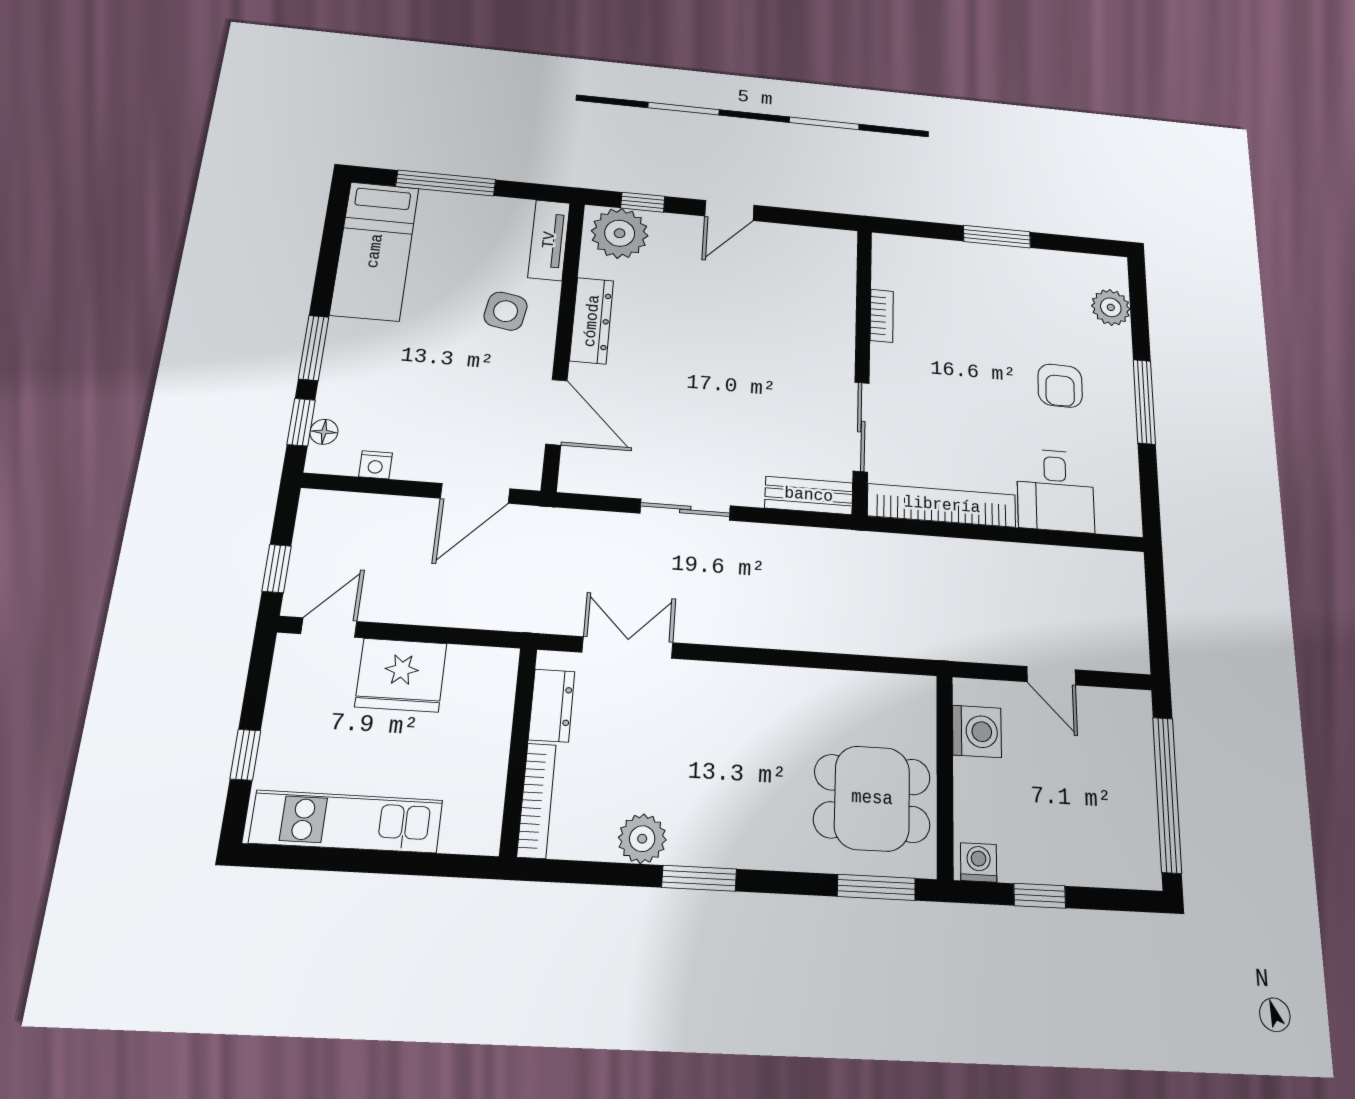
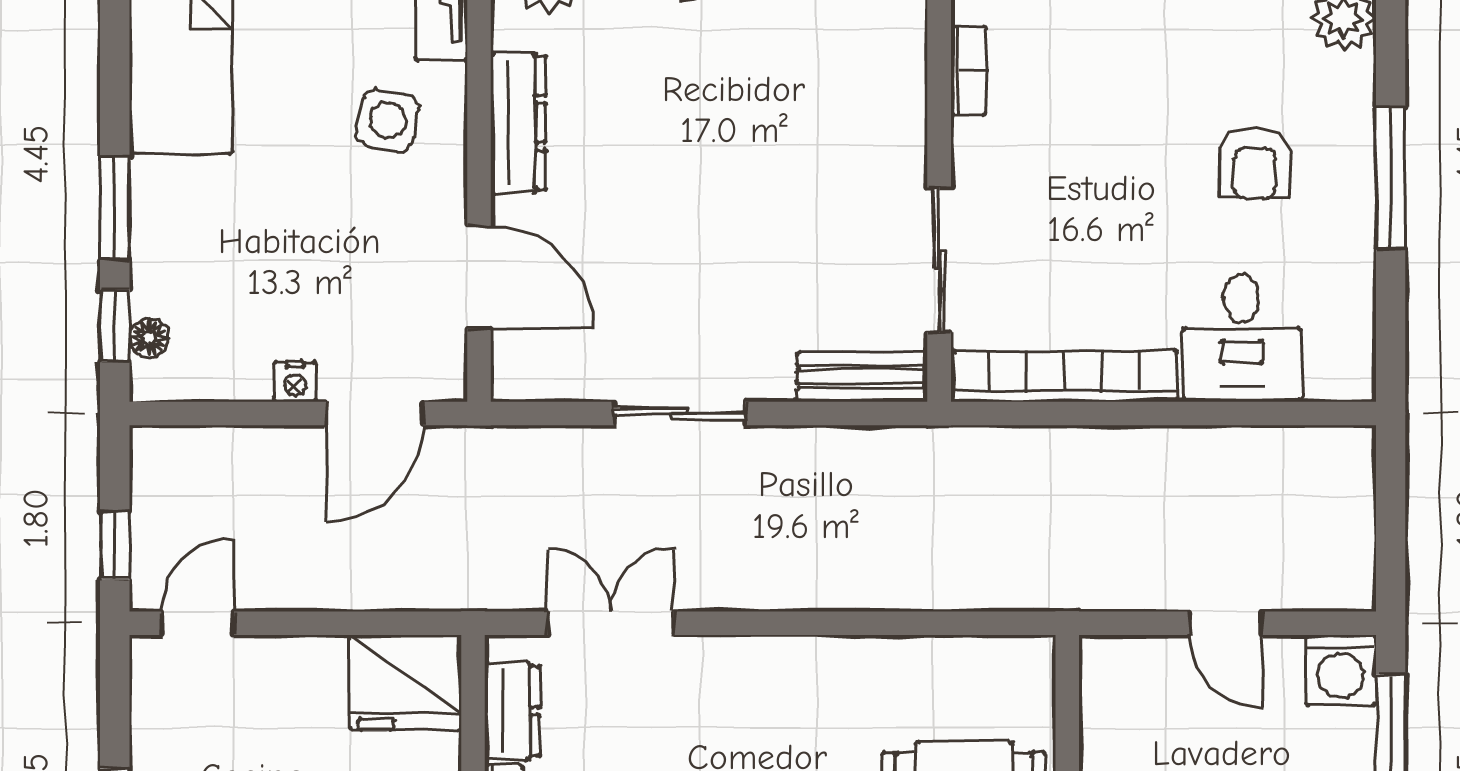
nightstand: (375, 465) -> (295, 382), moved
fridge: (401, 675) -> (405, 682), moved
washing machine: (977, 731) -> (1341, 670), moved, turned 90

